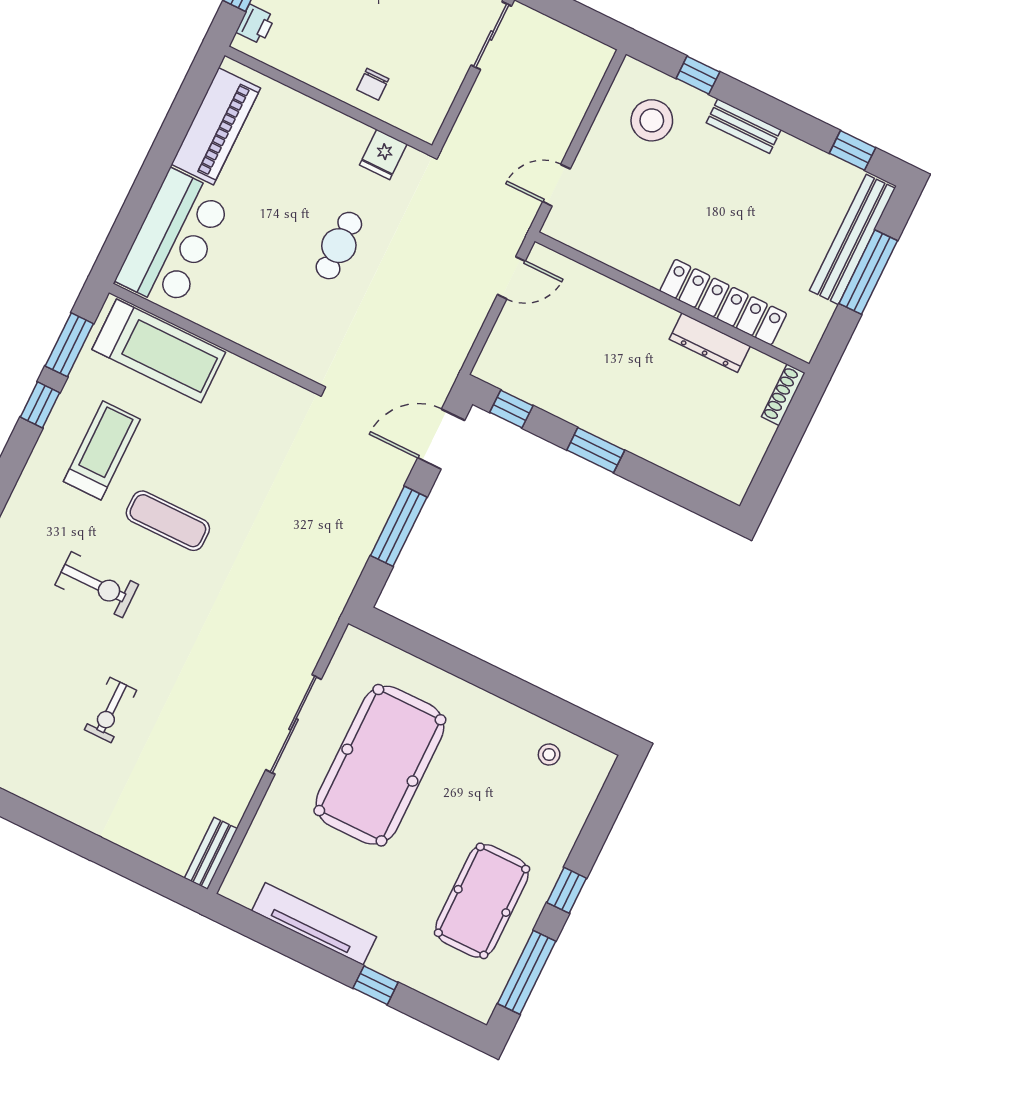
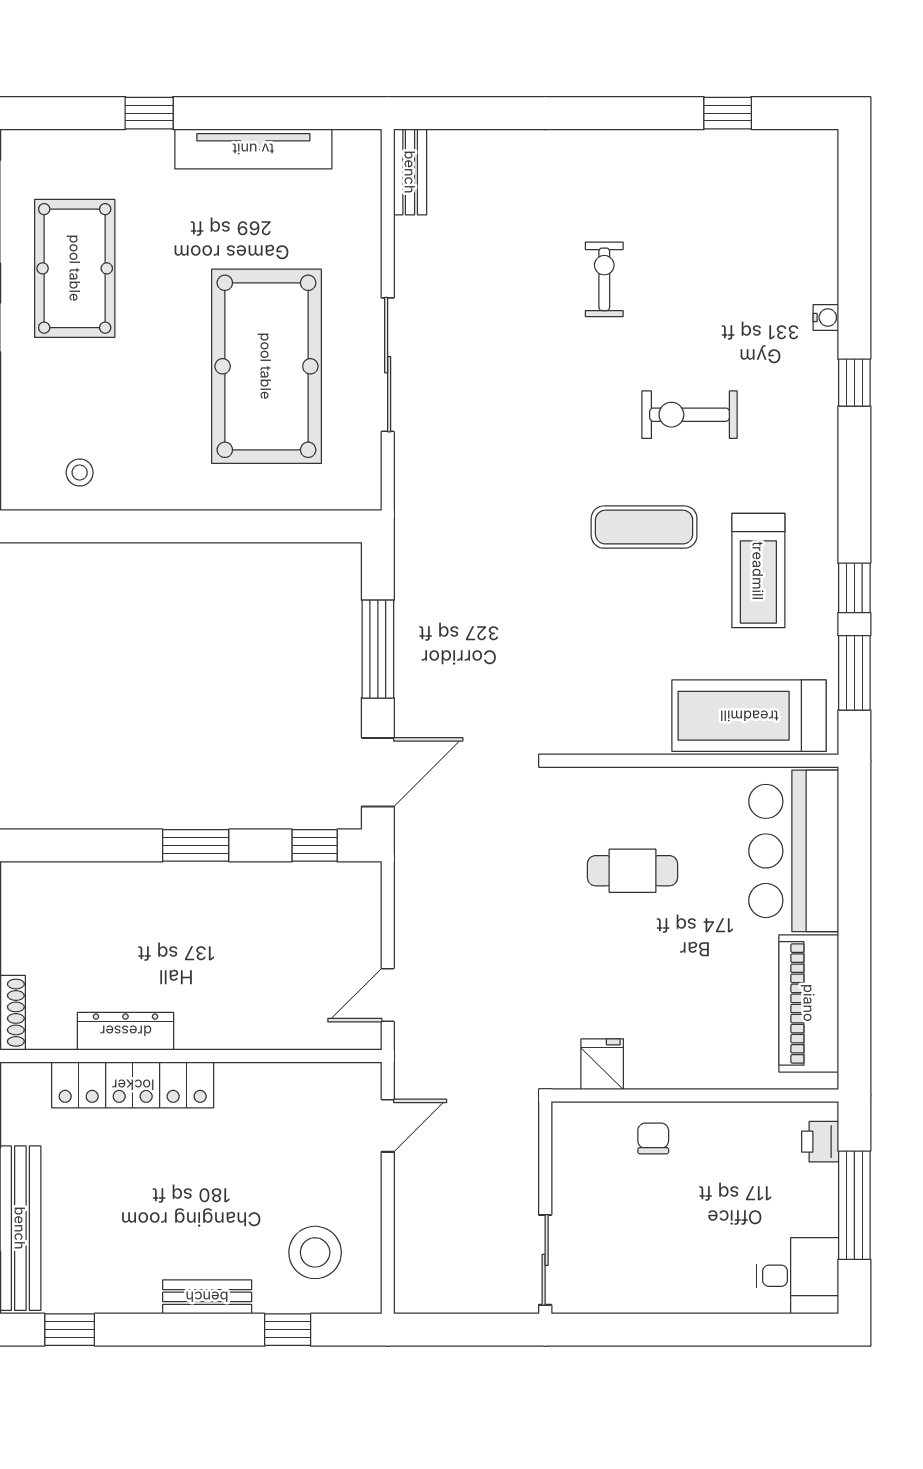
cafe table: (339, 246) -> (632, 871), moved, turned 90

